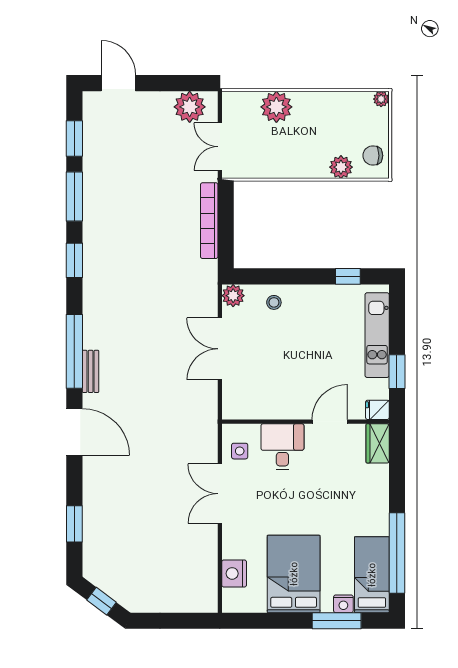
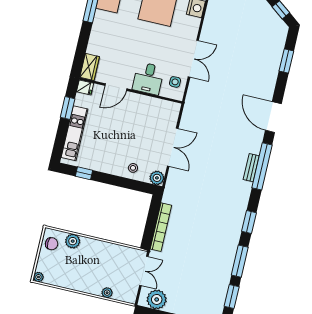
plant: (276, 107) -> (107, 293), width x0.53, depth x0.53
bench: (91, 371) -> (251, 168), moved

